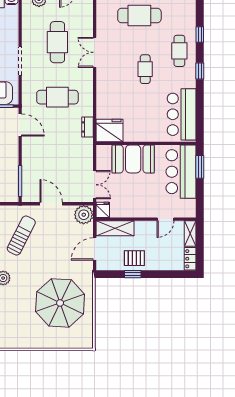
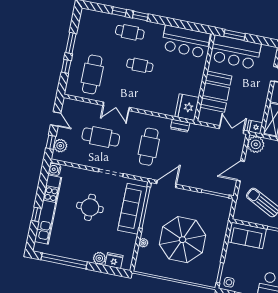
cafe table: (139, 16) -> (92, 74), moved
window: (200, 71) -> (140, 16), moved

